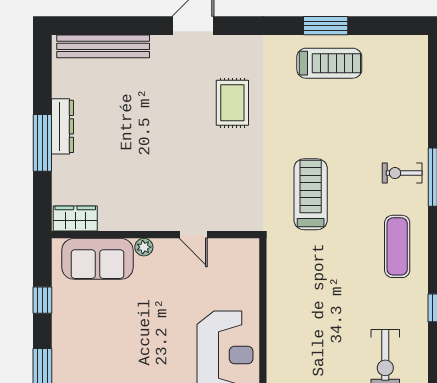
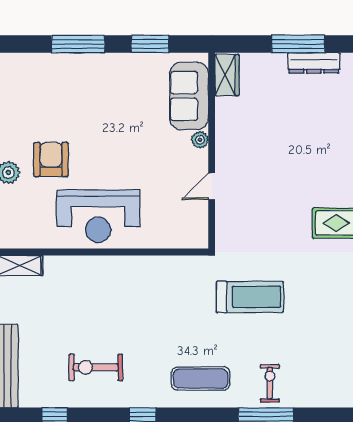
window: (42, 300) -> (150, 44), width x1.50

